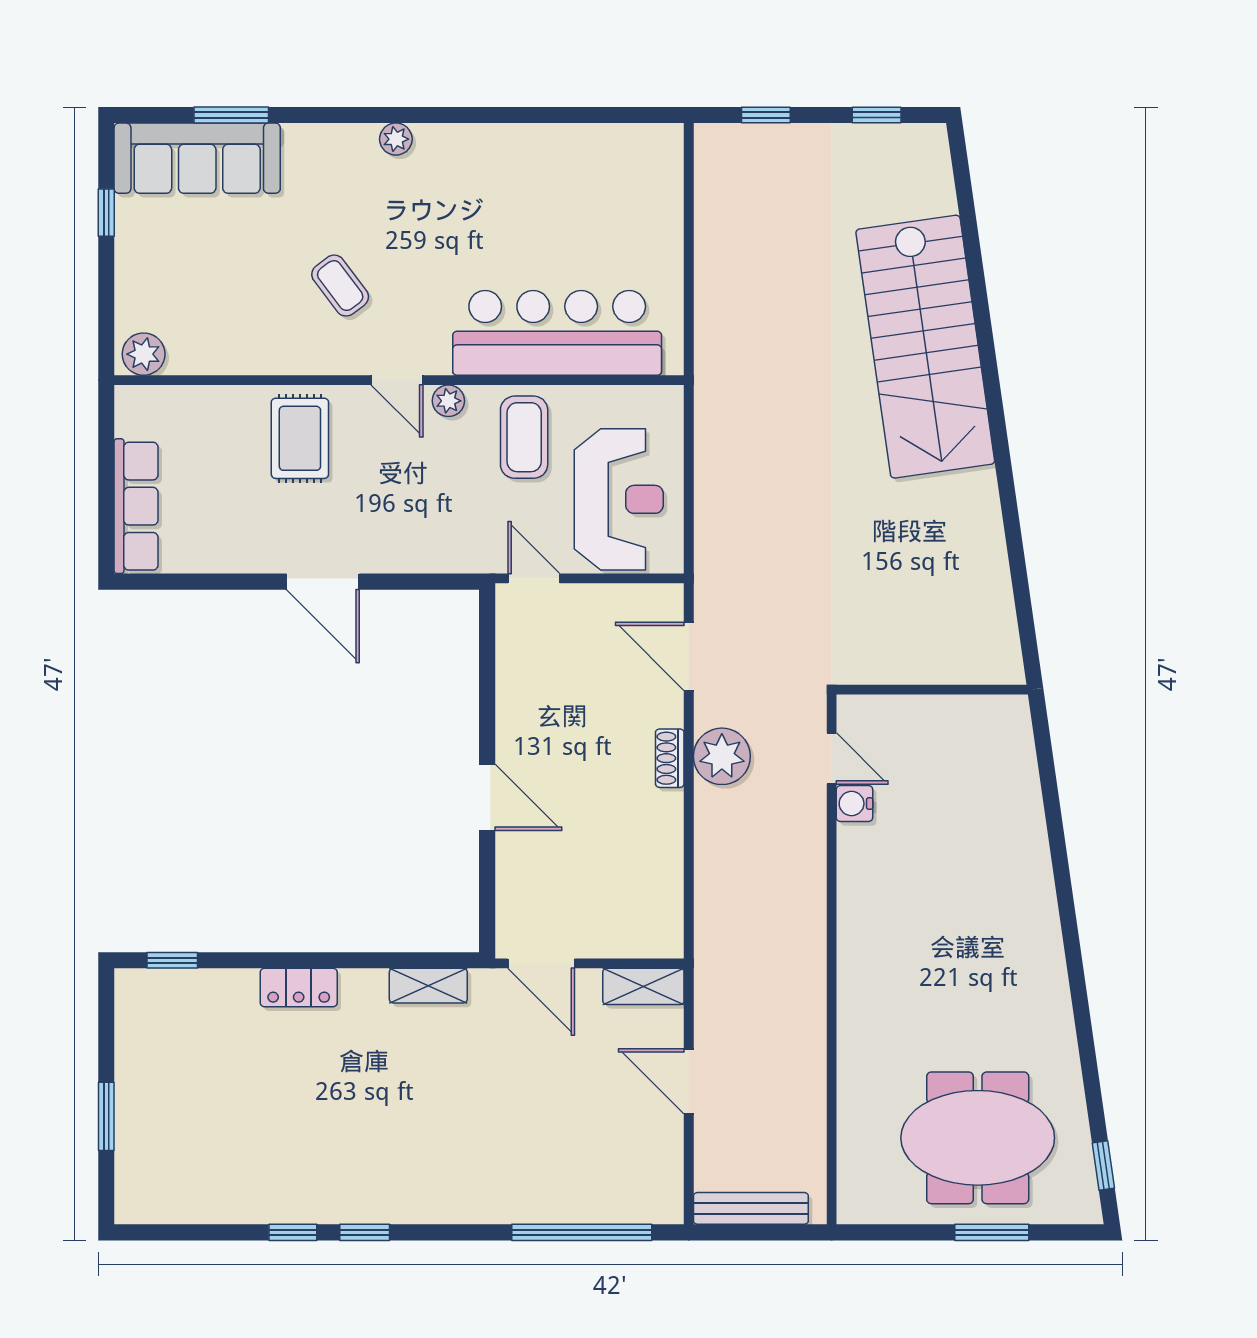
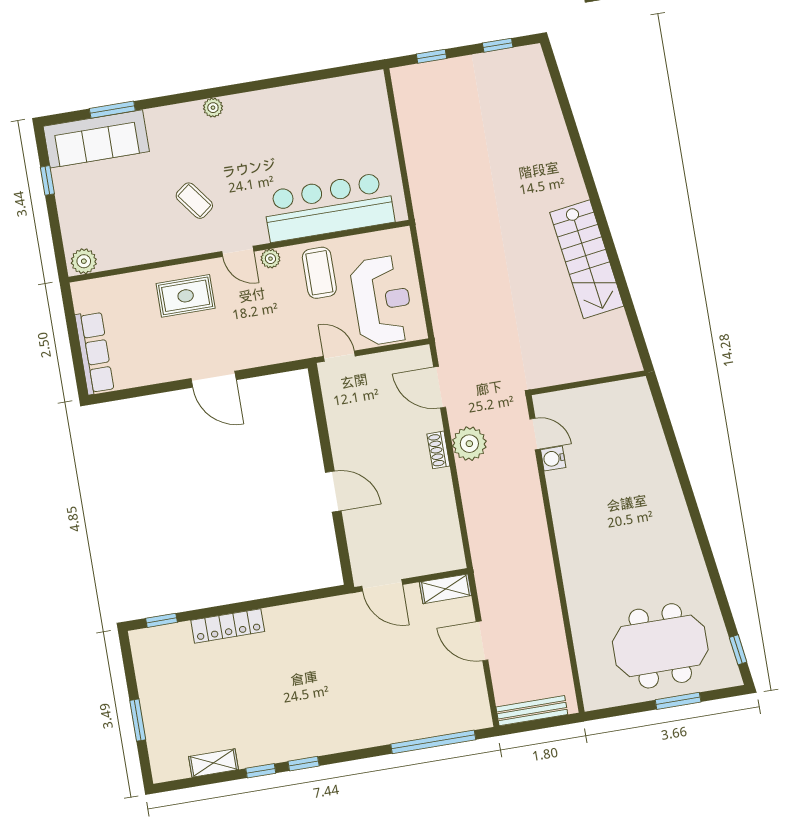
stairs: (925, 347) -> (587, 259), moved, width x0.73, depth x0.66
rug: (300, 438) -> (186, 296), turned 90
shelving: (428, 986) -> (213, 763), moved
locker: (299, 988) -> (228, 626), width x1.53

